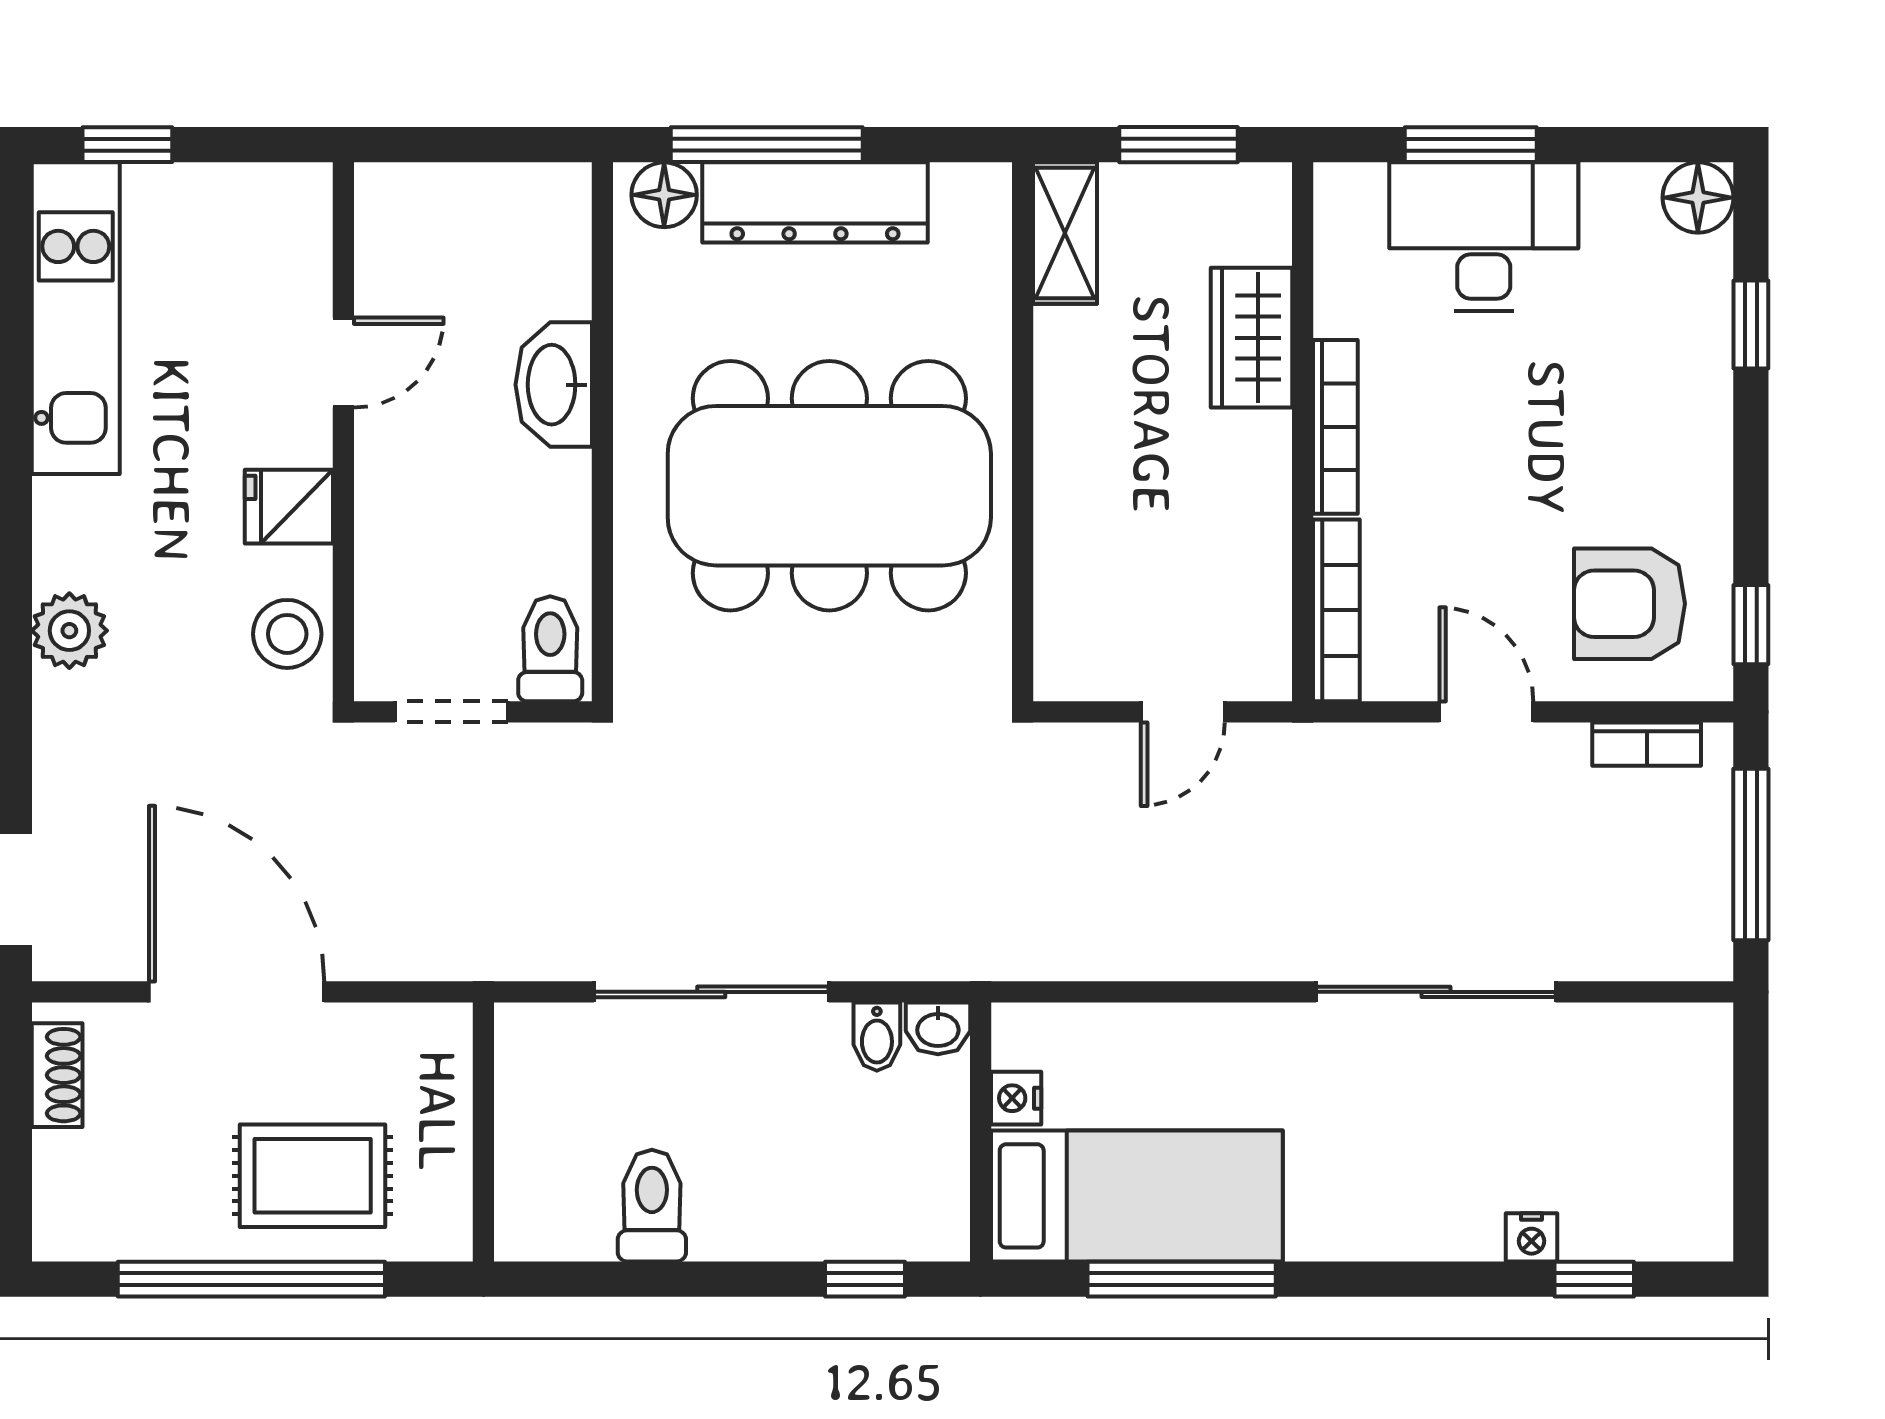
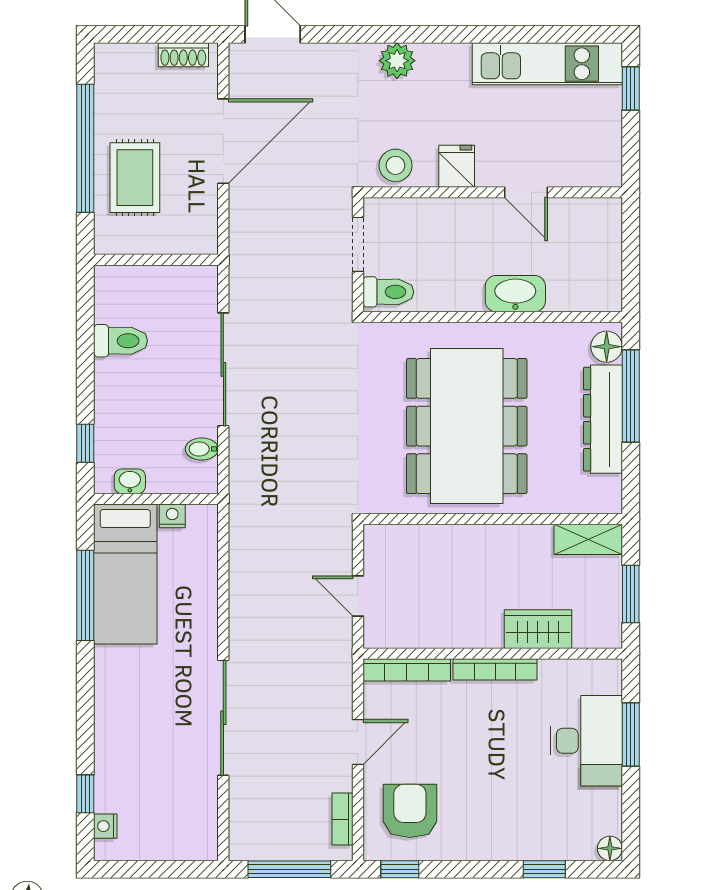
floor lamp: (1698, 198) -> (610, 848), width x0.73, depth x0.73
washbasin: (938, 1028) -> (130, 481), moved, turned 90
nightstand: (1531, 1237) -> (105, 826), moved

